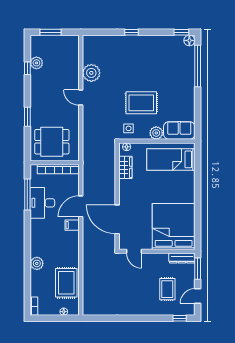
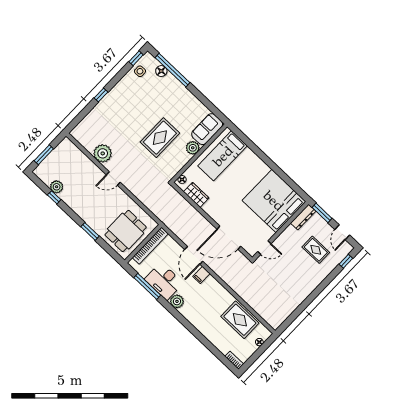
floor lamp: (189, 40) -> (161, 71), moved
side table: (129, 128) -> (140, 71), moved
plant: (37, 263) -> (177, 301), moved

